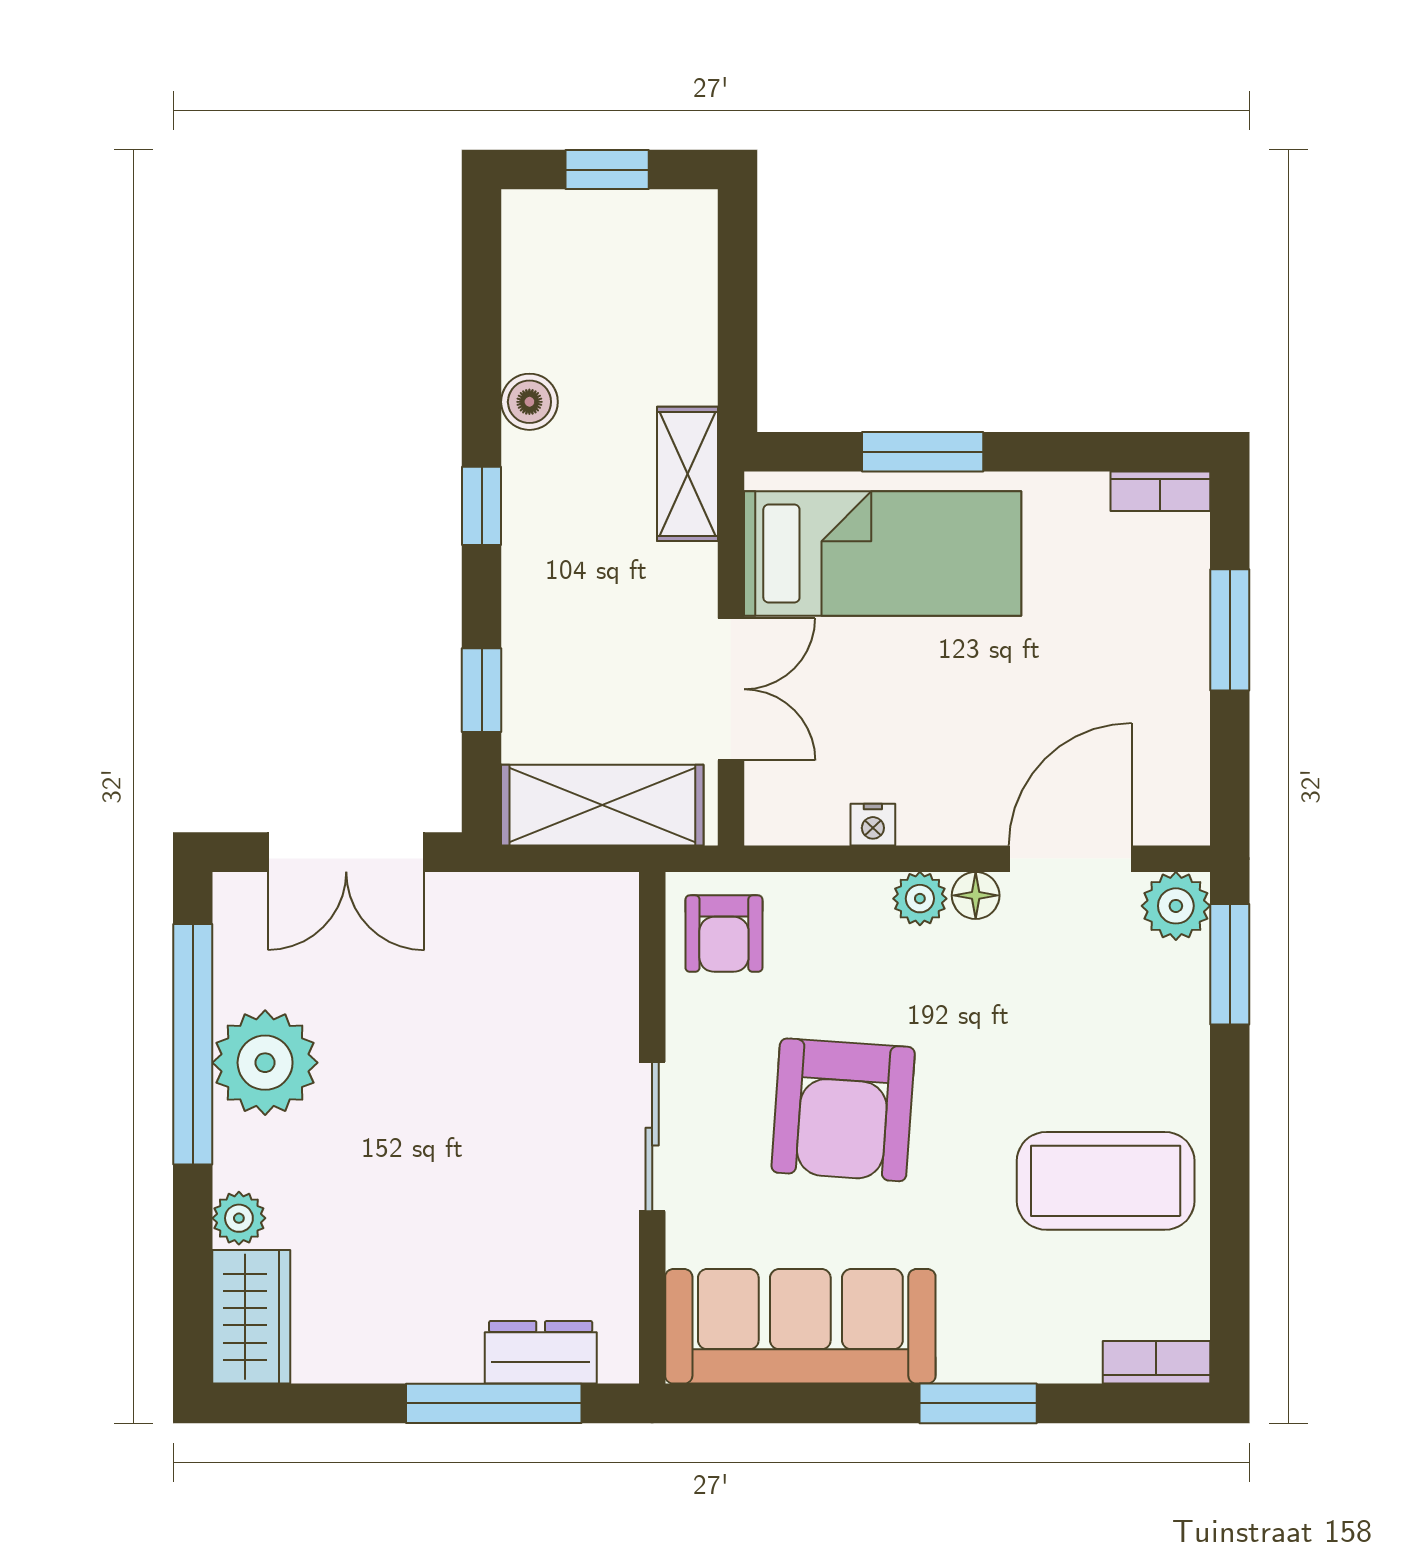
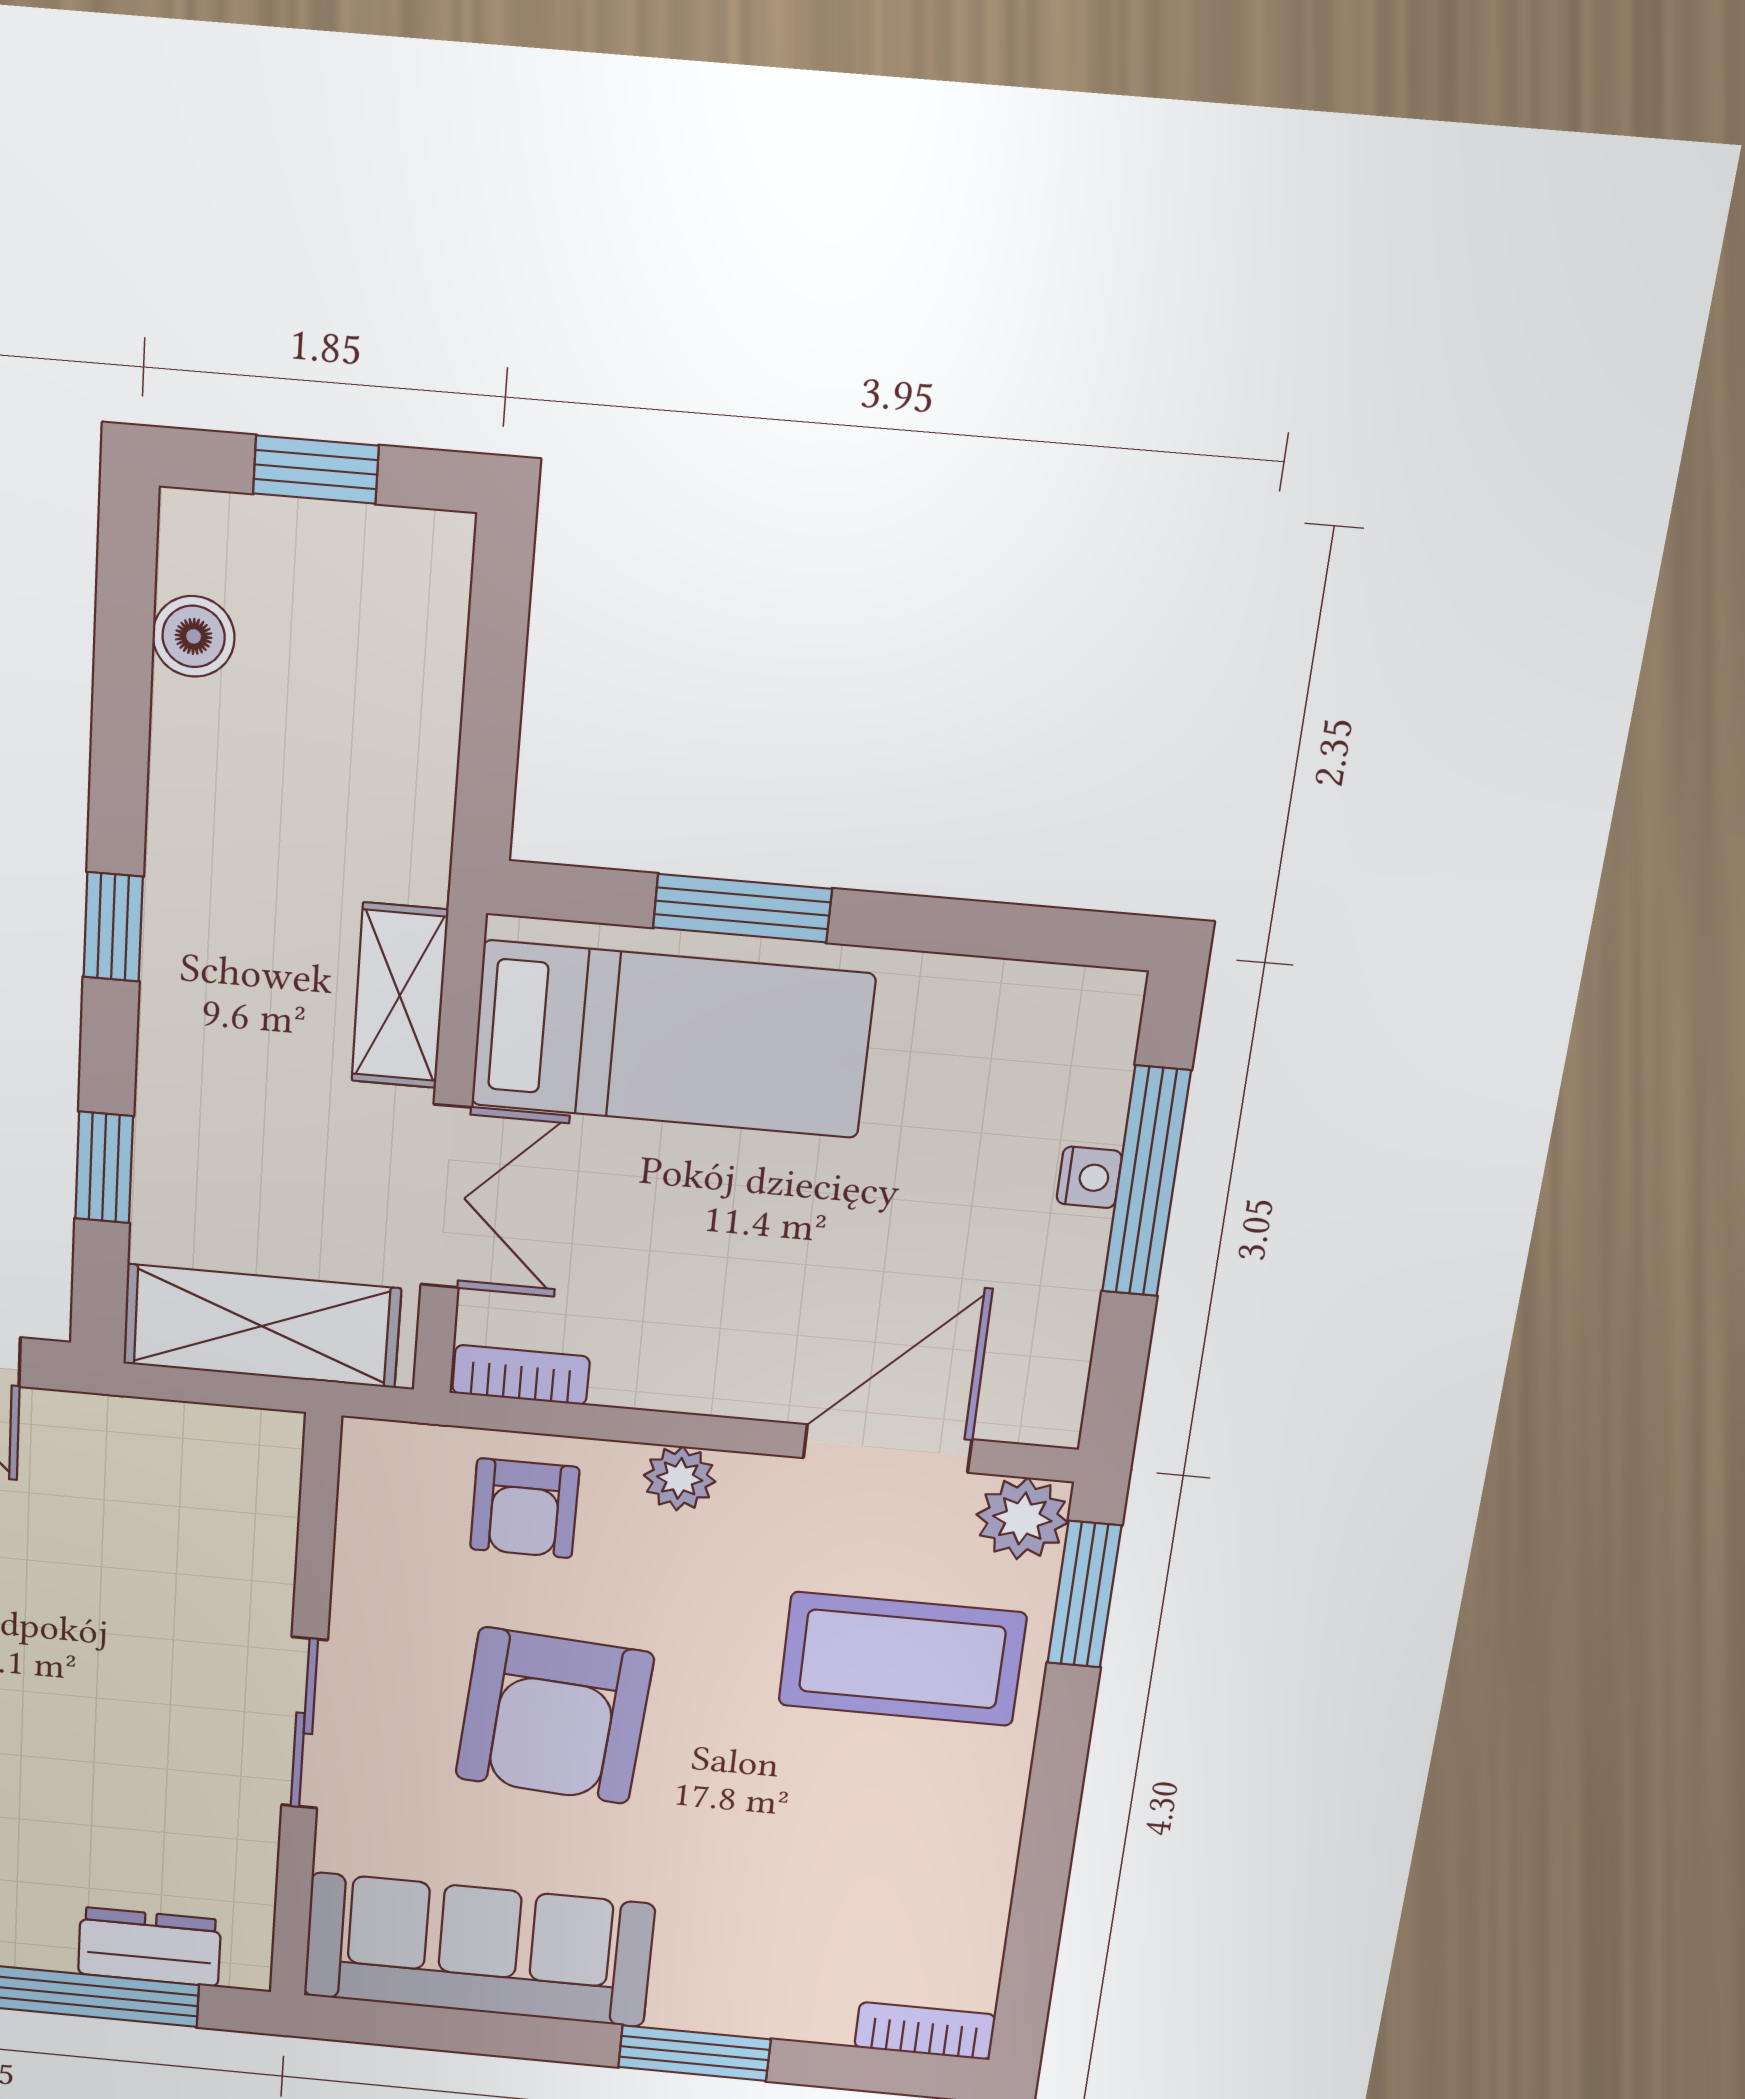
boiler: (529, 402) -> (194, 636), moved
shelving: (688, 474) -> (400, 996), moved
bookcase: (1160, 491) -> (521, 1375), moved, turned 180
window: (1230, 630) -> (1146, 1182), width x1.44
nightstand: (873, 825) -> (1089, 1177), moved, turned -90
floor lamp: (976, 895) -> (755, 1481), removed
armchair: (724, 934) -> (525, 1508), moved
coffee table: (1106, 1181) -> (902, 1659), moved

